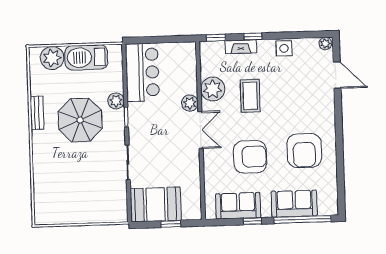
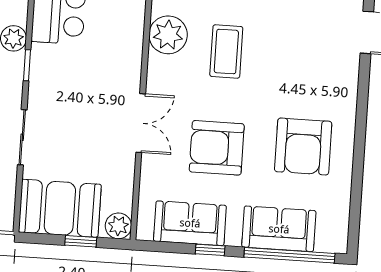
plant: (190, 103) -> (118, 226), moved
double door: (200, 130) -> (141, 123), moved
armchair: (250, 157) -> (217, 148), turned 180

